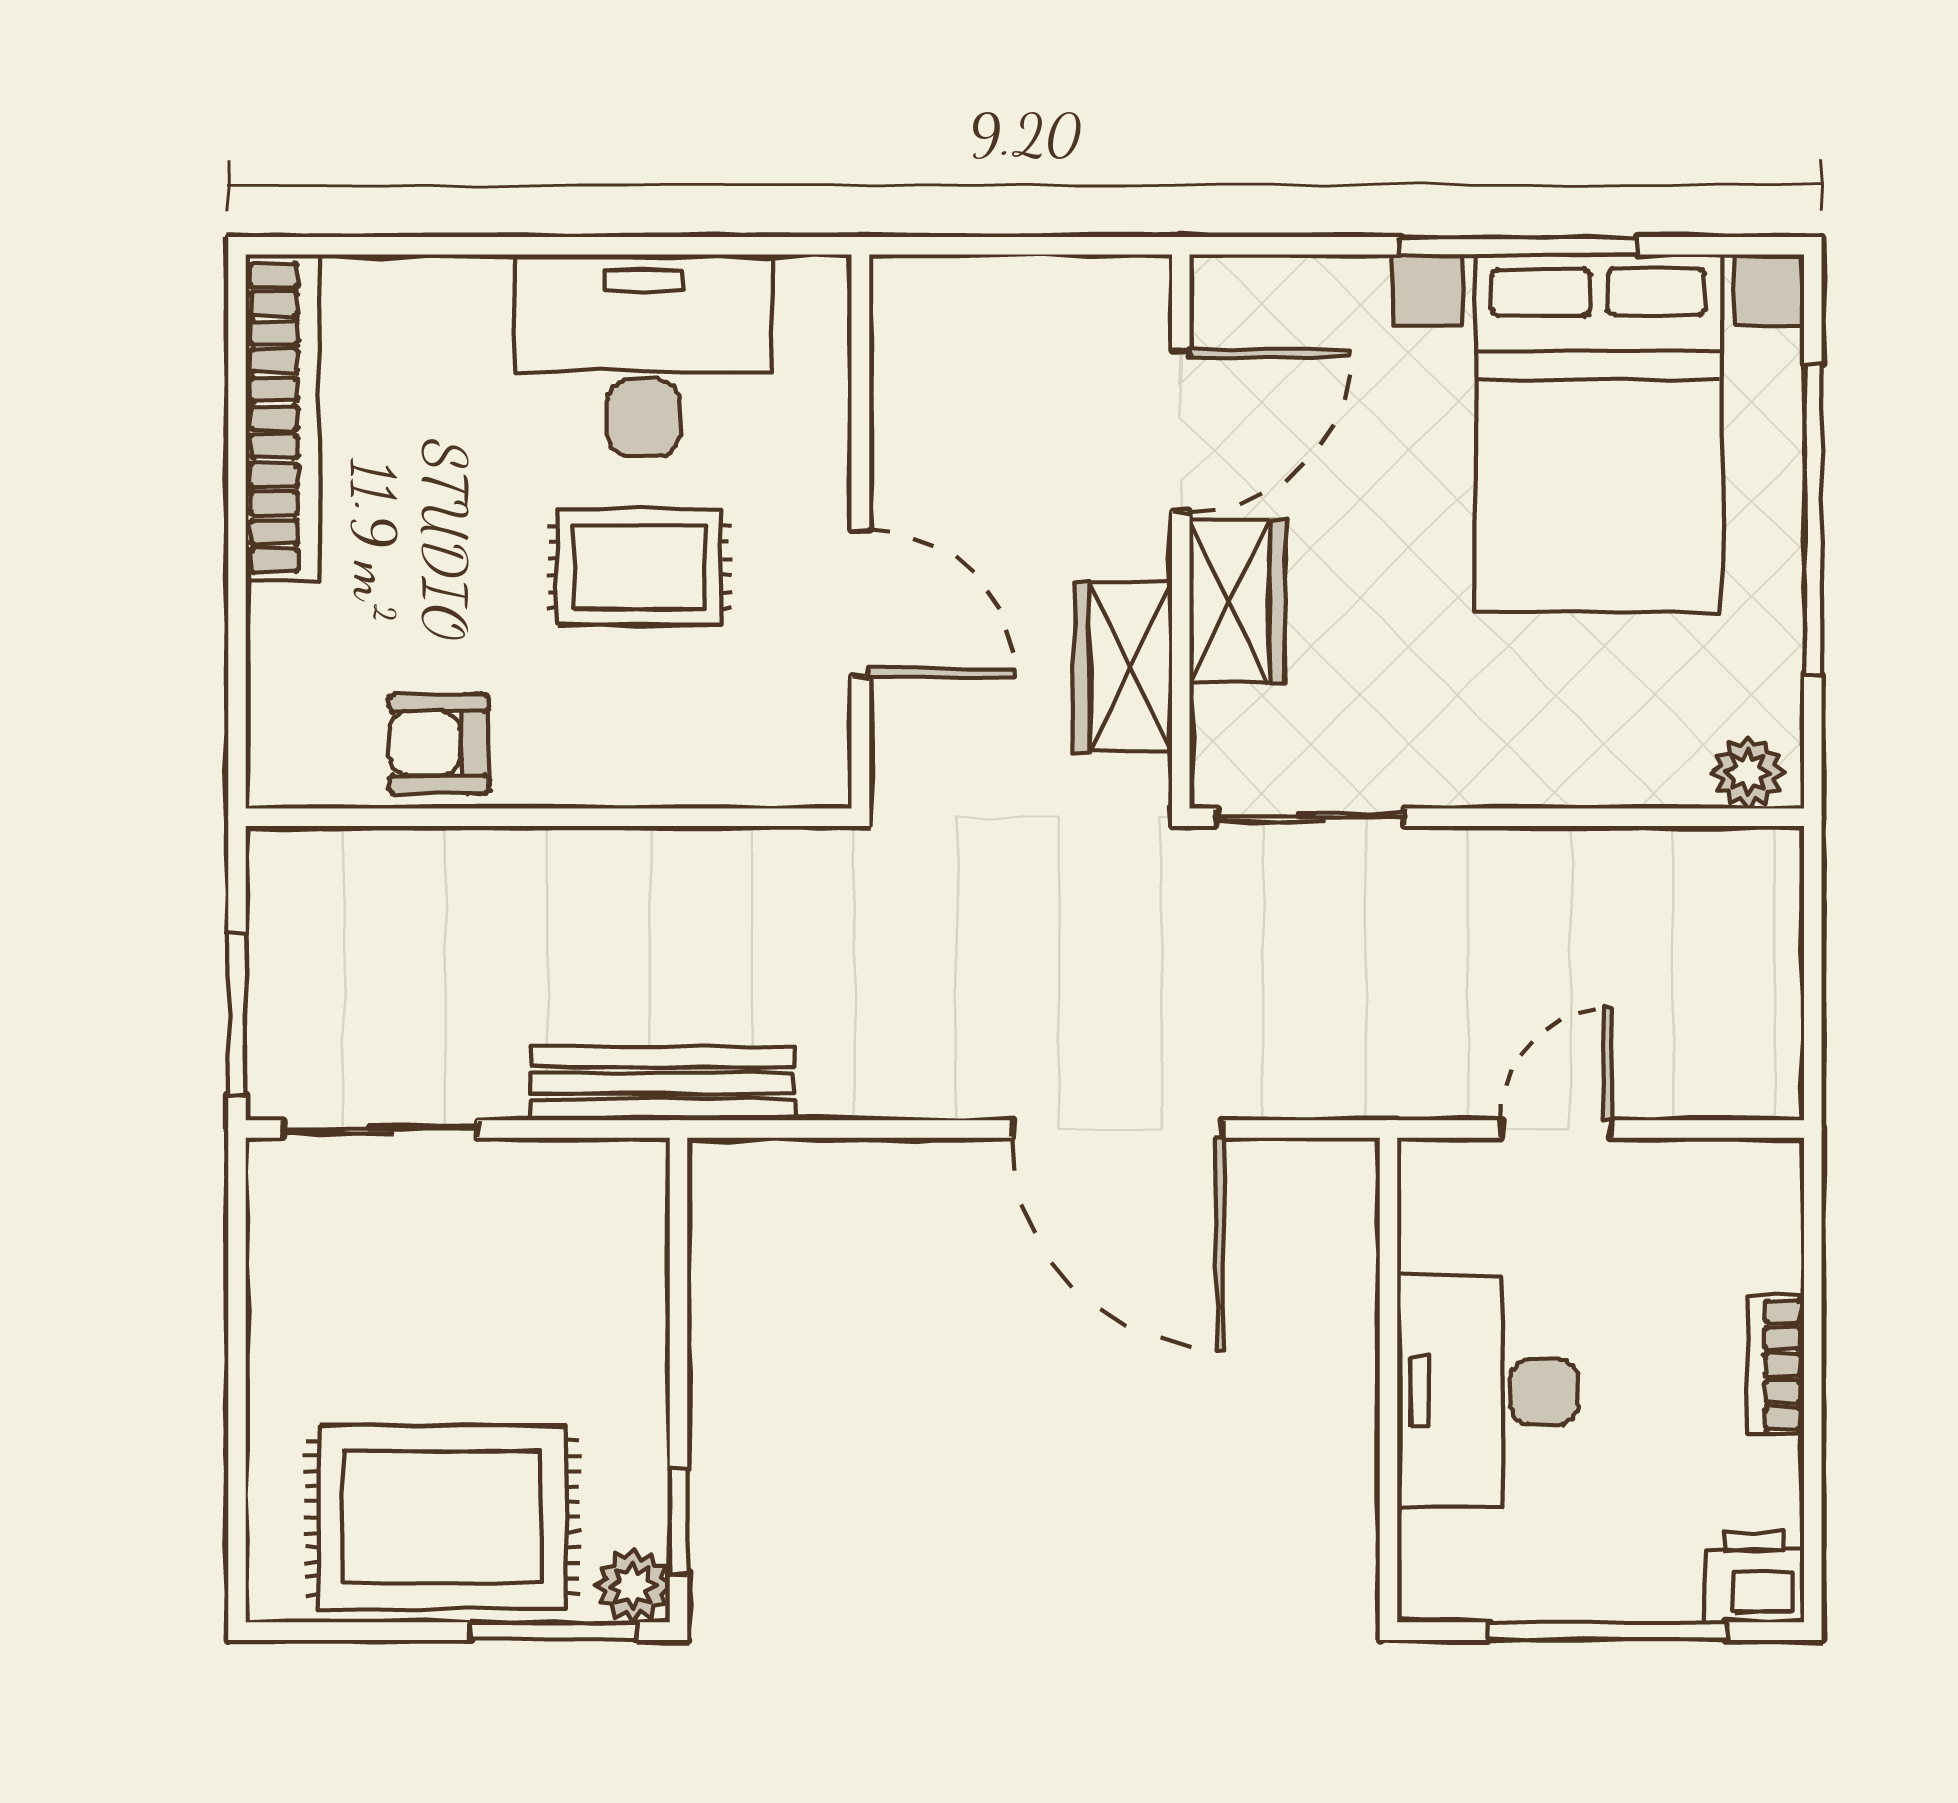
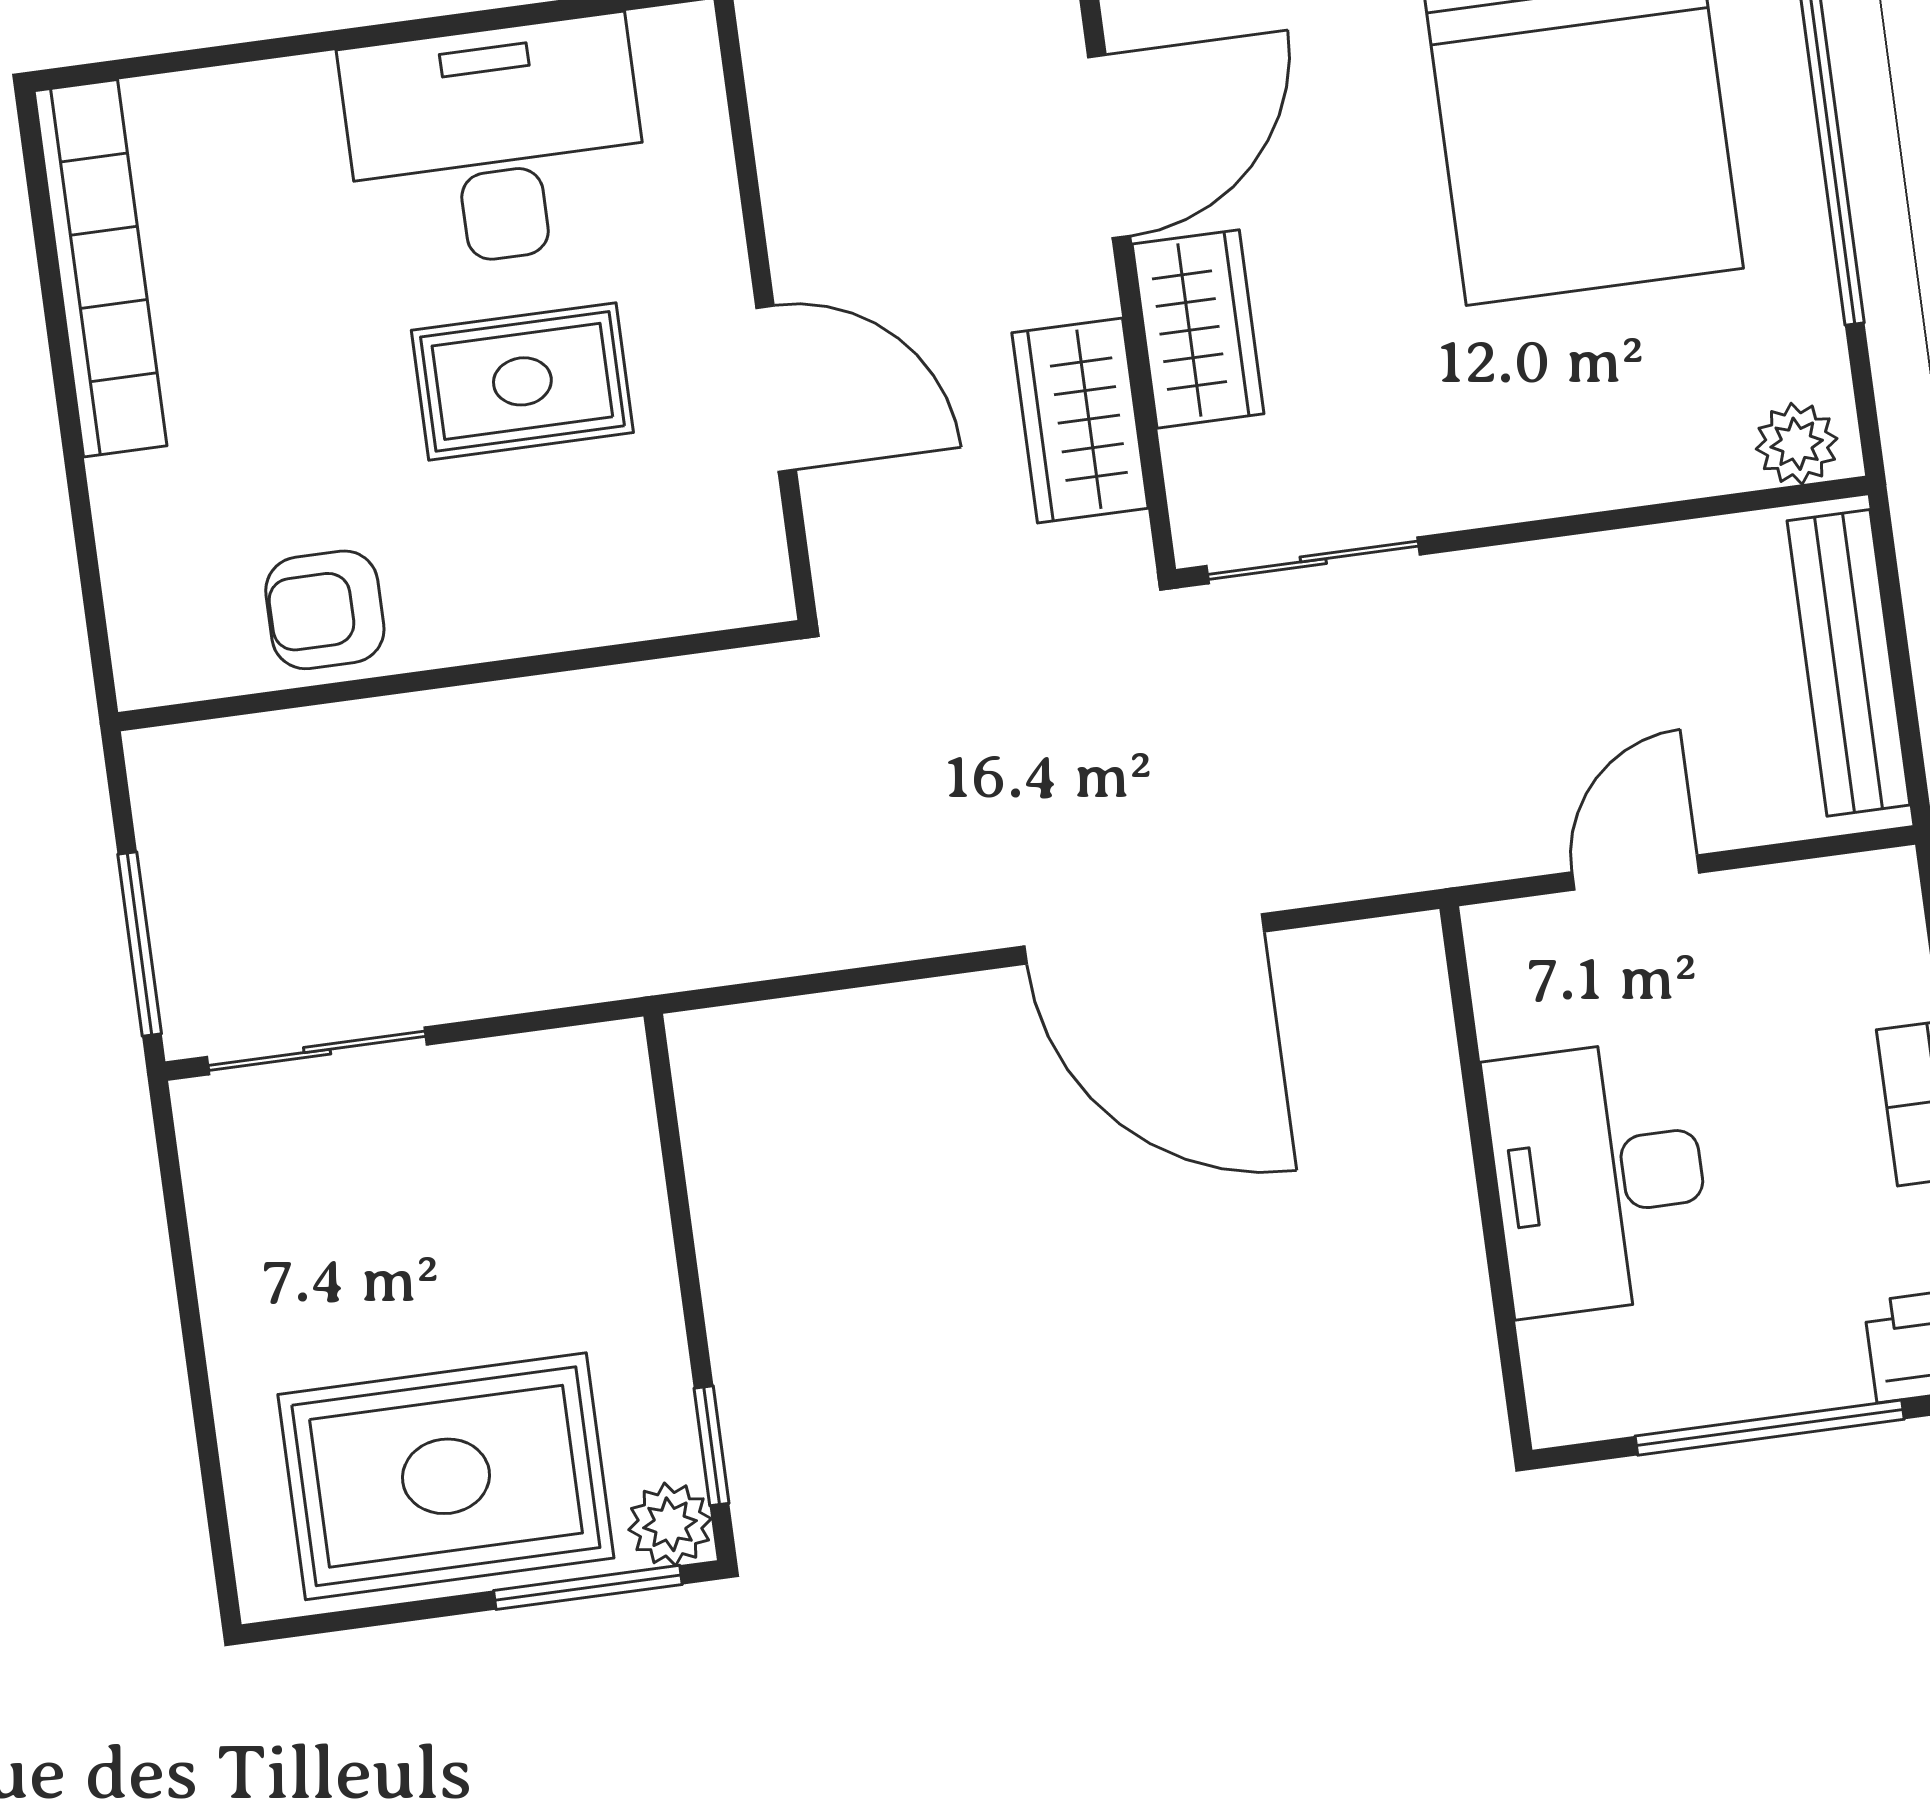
bench: (662, 1083) -> (1848, 663), moved, turned 90

